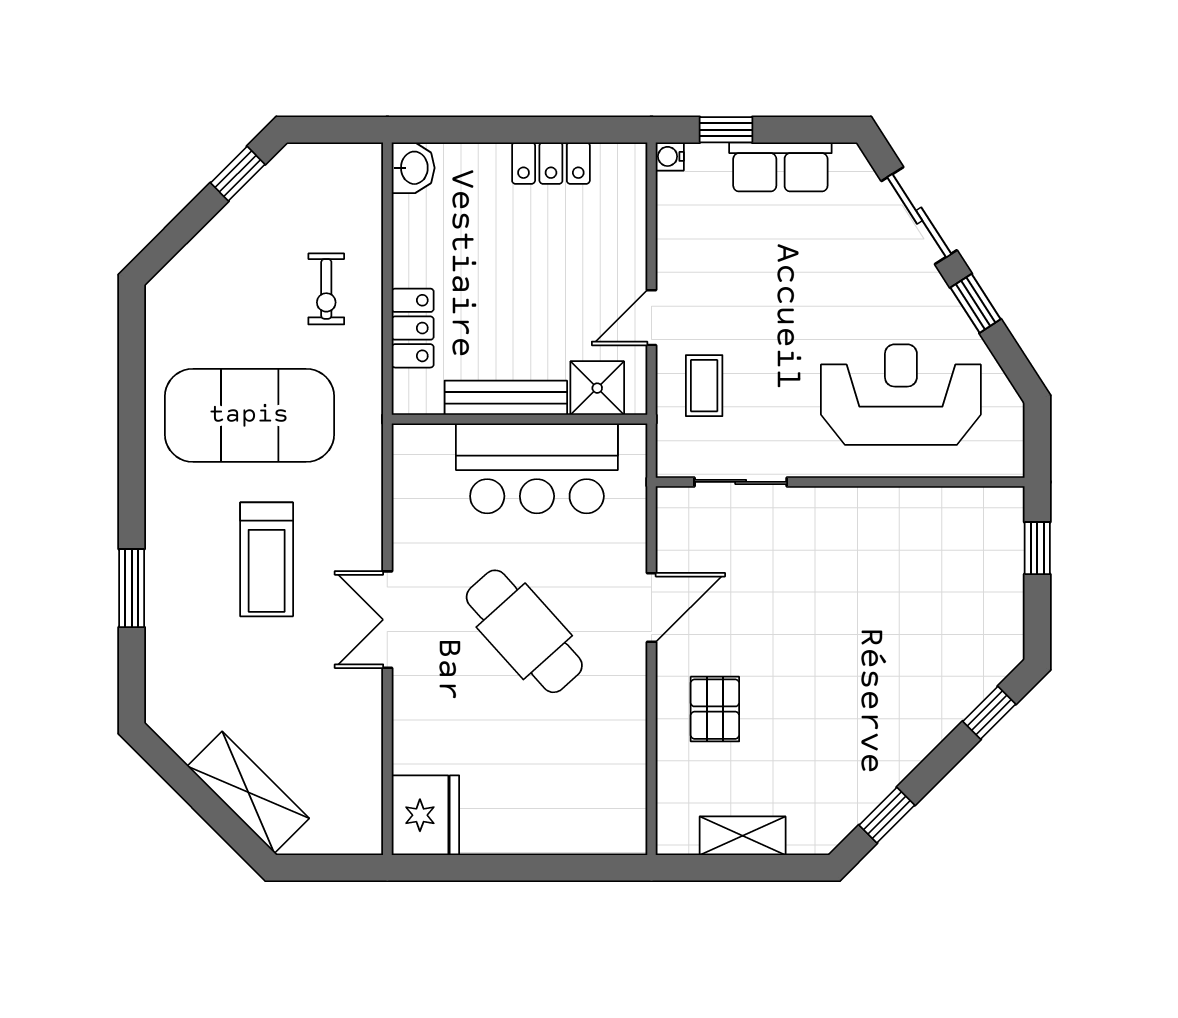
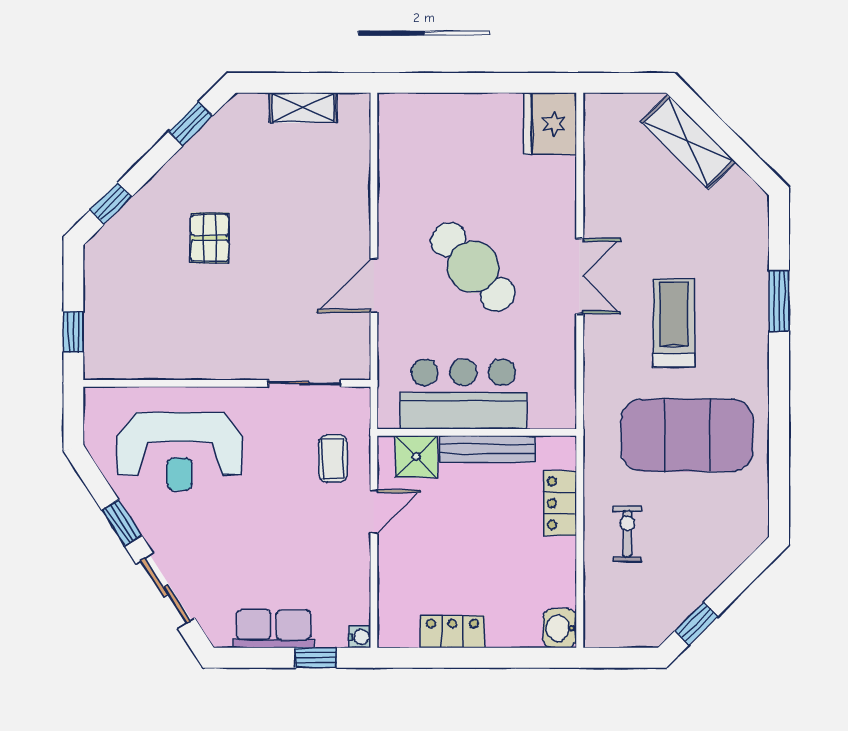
pallet: (715, 709) -> (210, 238), moved

